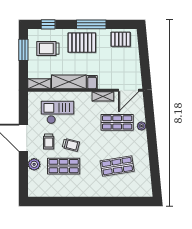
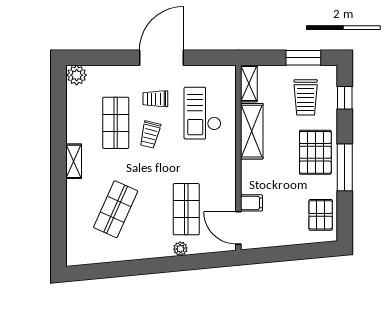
trolley: (48, 49) -> (306, 97), turned 180
filing cabinet: (92, 82) -> (251, 203), moved
shelving: (103, 96) -> (74, 161), moved
checkout: (58, 112) -> (203, 113), turned 180
plant: (34, 164) -> (77, 75), moved
shop shelf: (117, 166) -> (116, 209), turned 33

